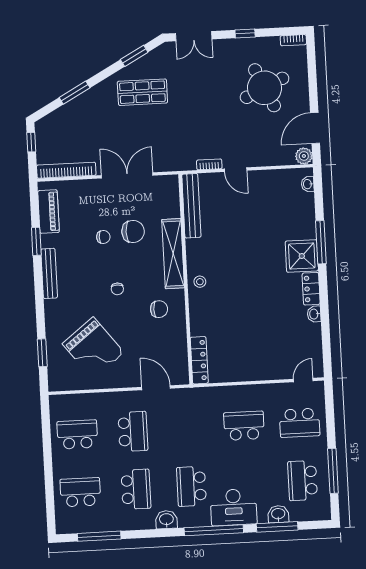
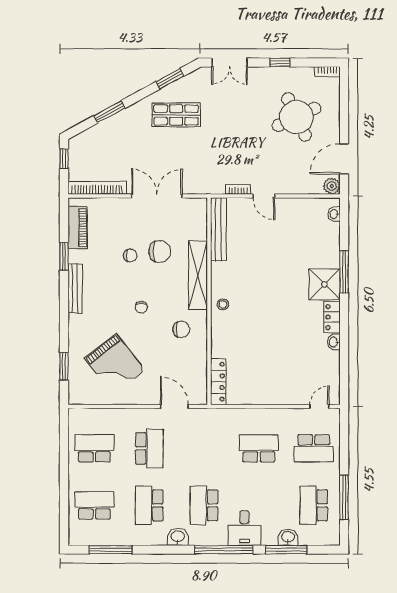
school desk: (136, 489) -> (149, 505), turned 180
desk: (234, 507) -> (244, 528), width x0.73

